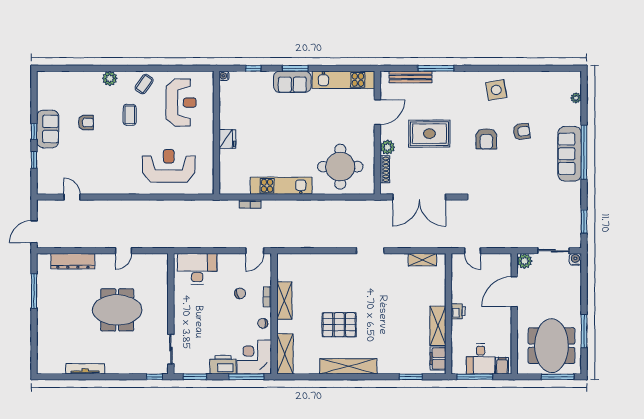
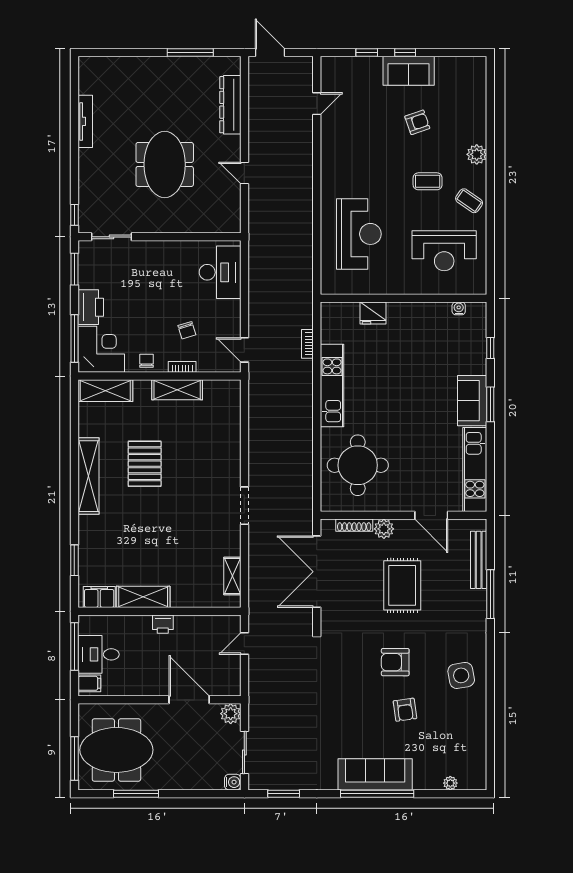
water cooler: (224, 76) -> (459, 308), moved
armchair: (86, 122) -> (417, 122), turned -109
fridge: (227, 139) -> (373, 313), moved

